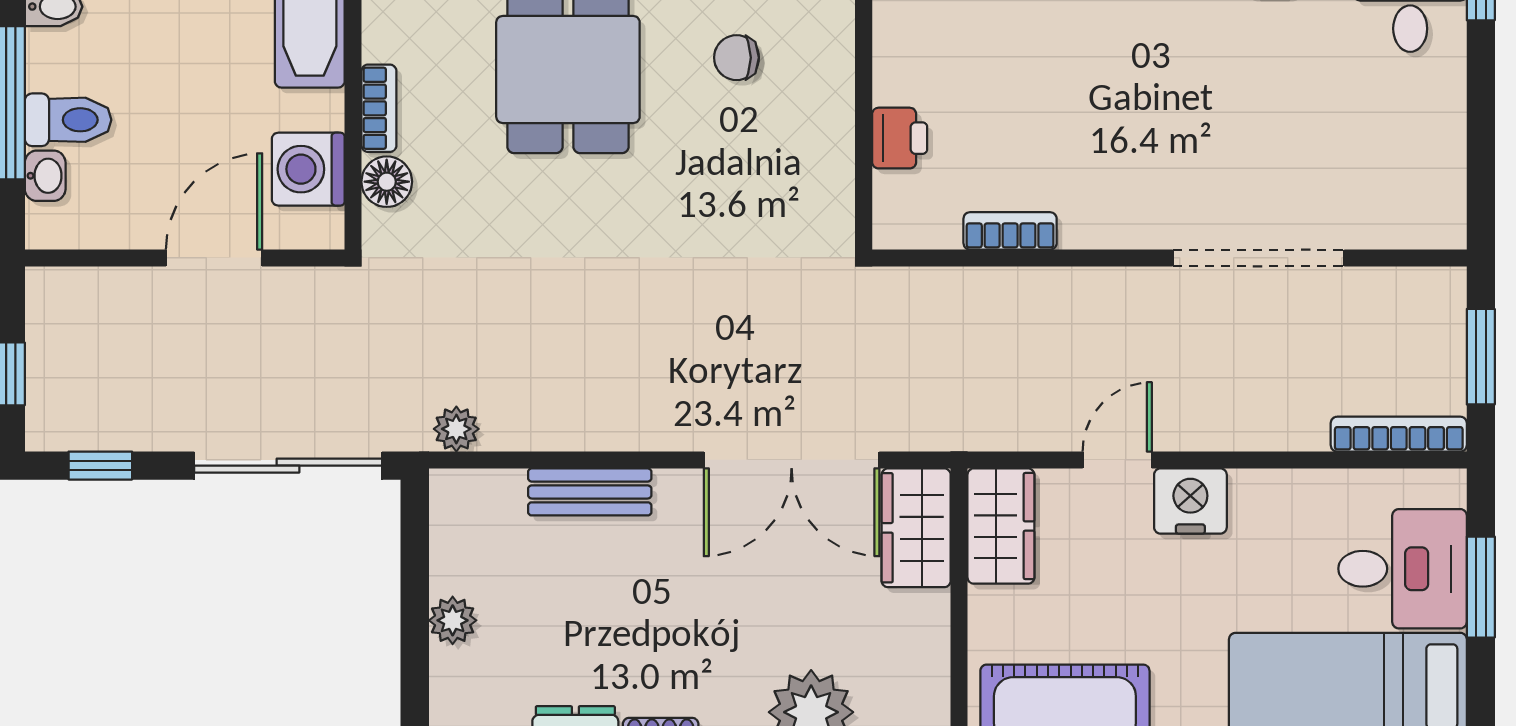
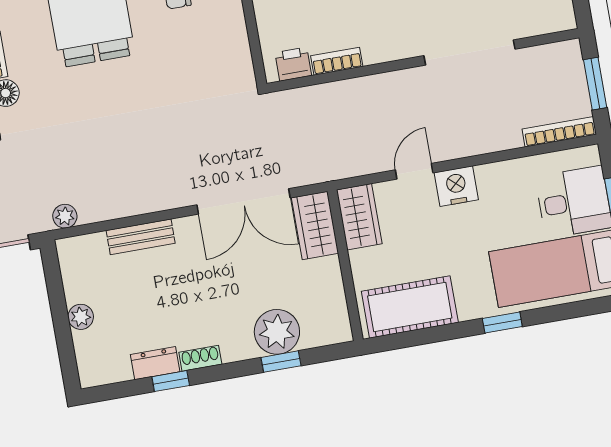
printer: (900, 138) -> (293, 64), moved, turned -90

